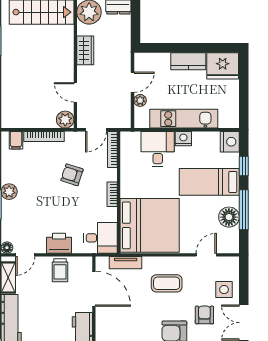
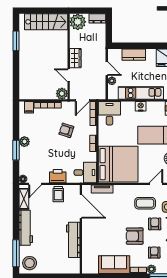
wardrobe: (85, 50) -> (75, 58), moved
kitchen counter: (188, 61) -> (134, 55), moved
door: (133, 82) -> (107, 69), hinge flipped
desk: (158, 149) -> (109, 113), moved
coffee table: (167, 283) -> (145, 203), moved

